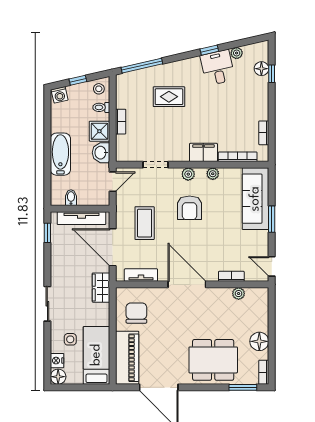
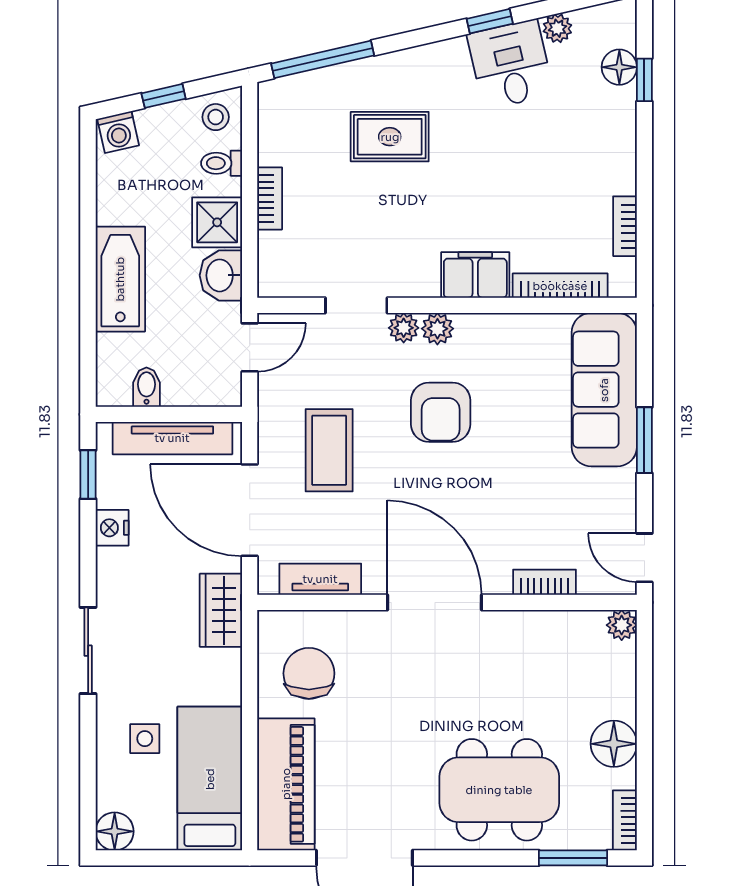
plant: (213, 174) -> (404, 328), moved
plant: (239, 294) -> (622, 625), moved
nightstand: (57, 361) -> (112, 528), moved

